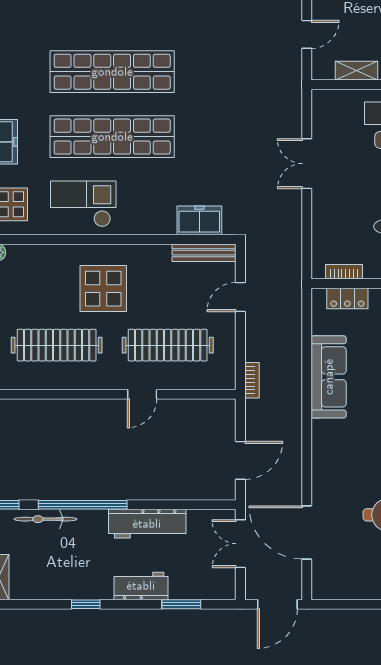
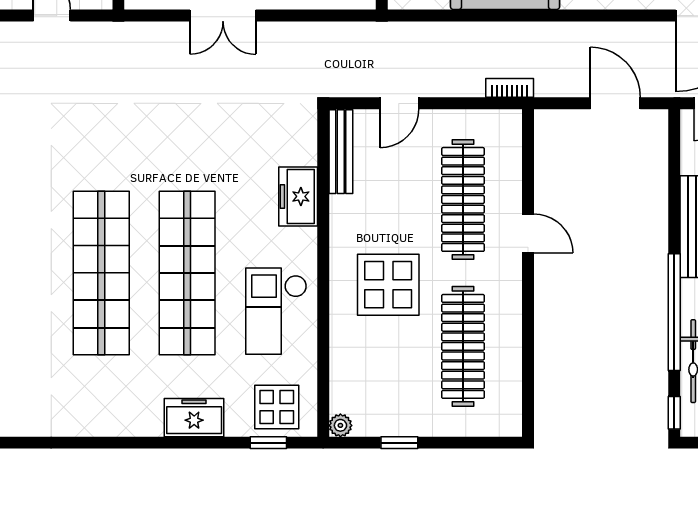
freezer: (199, 220) -> (298, 196), moved
door: (240, 297) -> (399, 103), hinge flipped

